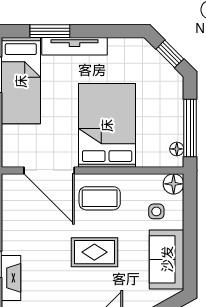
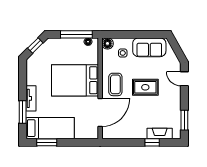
tv unit: (75, 46) -> (31, 98), width x0.71
rug: (94, 252) -> (145, 87), turned 90

